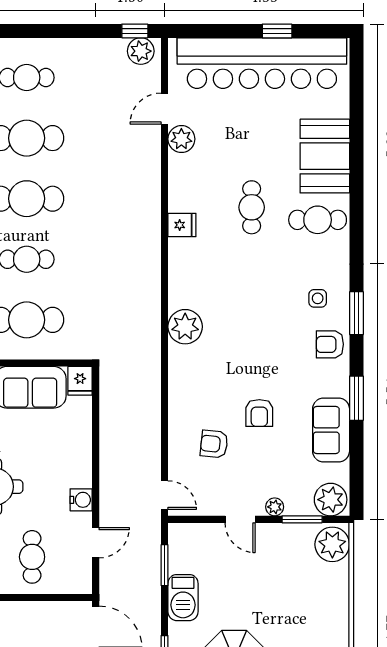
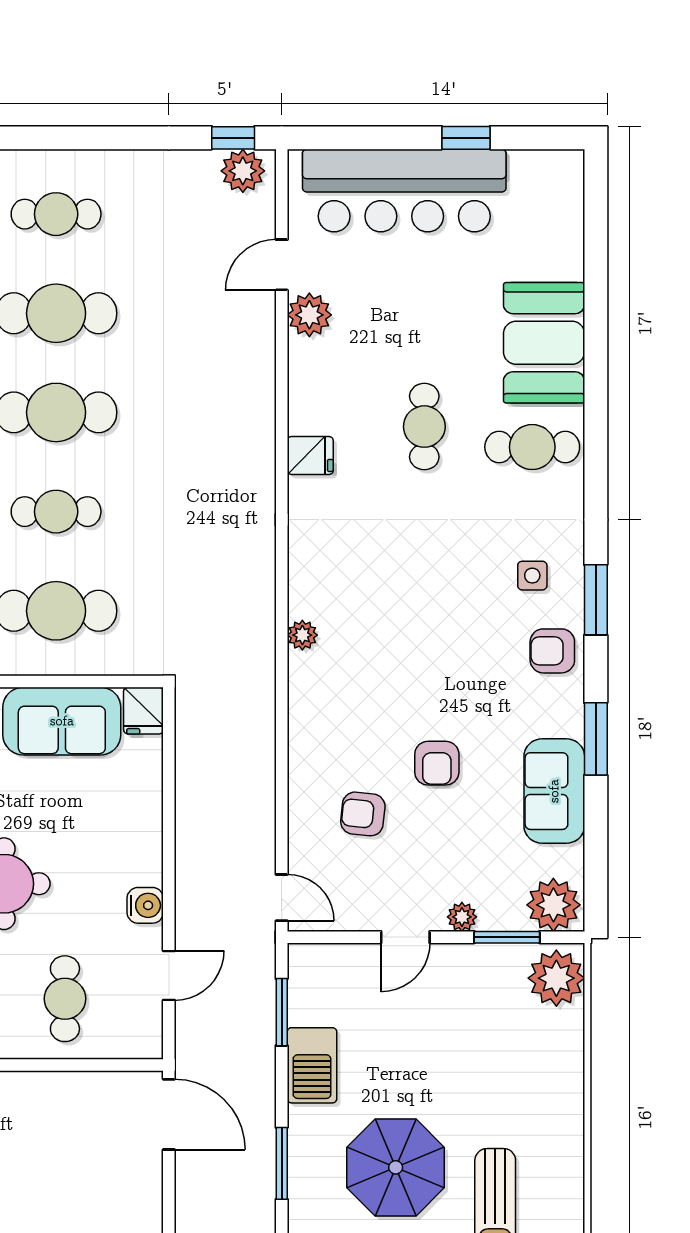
bar counter: (262, 63) -> (404, 191), width x0.73
plant: (185, 327) -> (302, 635), width x0.53, depth x0.53
door: (240, 519) -> (405, 937), hinge flipped

